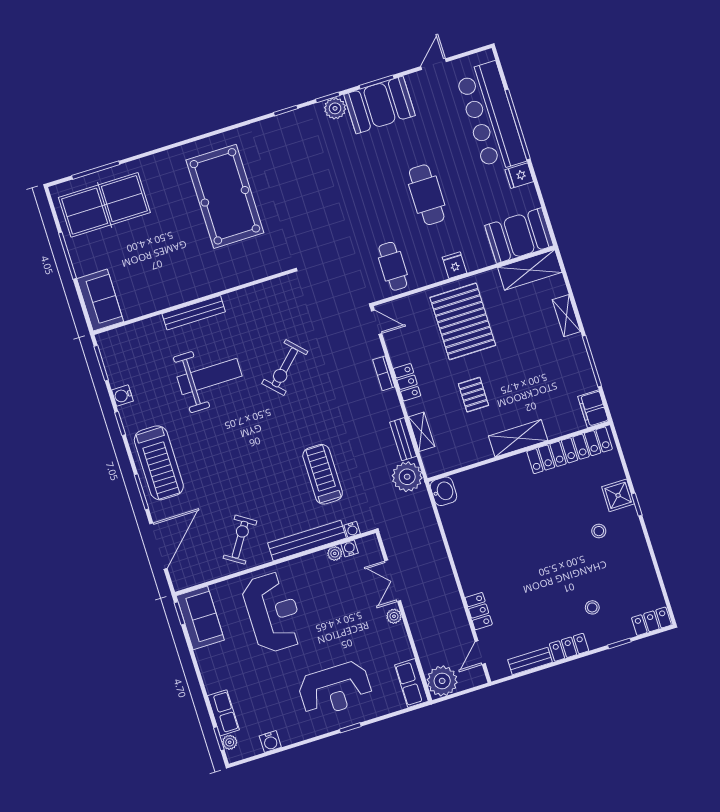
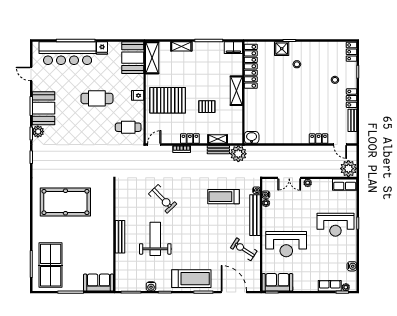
reception desk: (273, 612) -> (286, 244), turned 180
reception desk: (335, 689) -> (335, 225), turned 90

